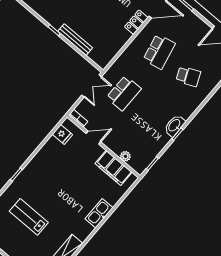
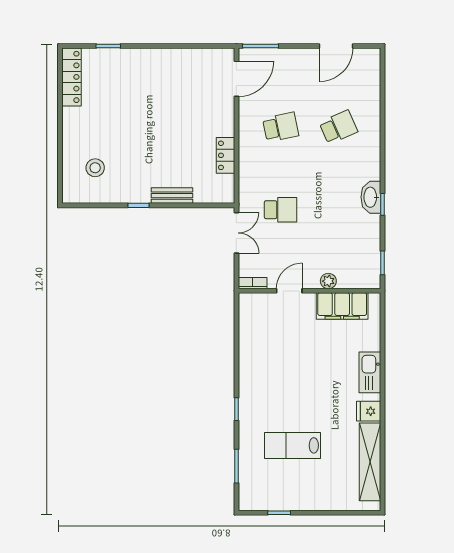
locker: (136, 22) -> (225, 155), moved
bench: (75, 40) -> (172, 196), width x0.73
school desk: (159, 52) -> (281, 127), width x0.54
school desk: (124, 93) -> (281, 210), width x0.54
fridge: (62, 134) -> (369, 411), moved, turned 180
plant: (125, 156) -> (328, 281), moved

